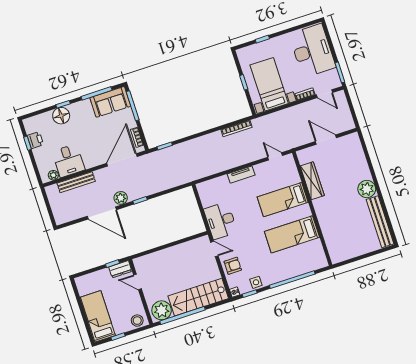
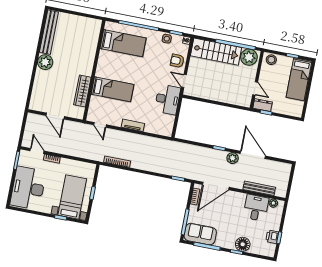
bed with nightstands: (269, 84) -> (72, 197), moved, turned 180
bed: (292, 234) -> (123, 43), moved

